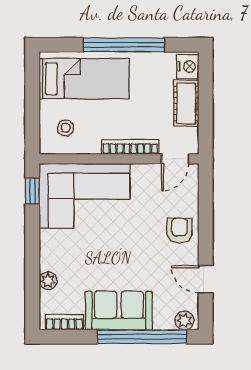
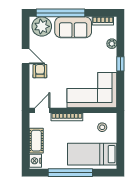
window: (32, 191) -> (120, 64), moved
armchair: (180, 230) -> (40, 71), turned 180
door: (206, 279) -> (26, 56), moved
plant: (184, 320) -> (42, 26), width x1.88, depth x1.88

